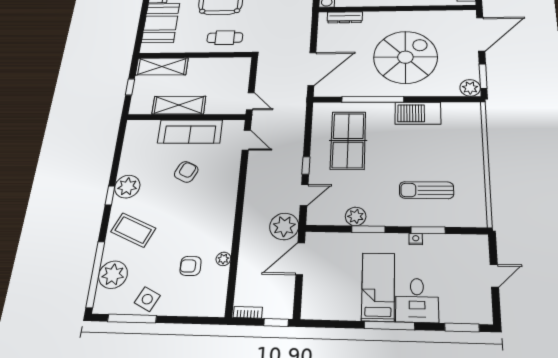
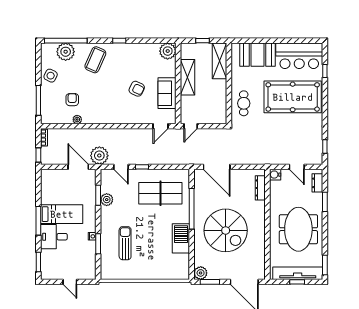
sofa: (190, 131) -> (167, 93), width x0.73
plant: (127, 187) -> (168, 51), moved
window: (368, 229) -> (98, 195), moved
window: (132, 319) -> (38, 100), moved

